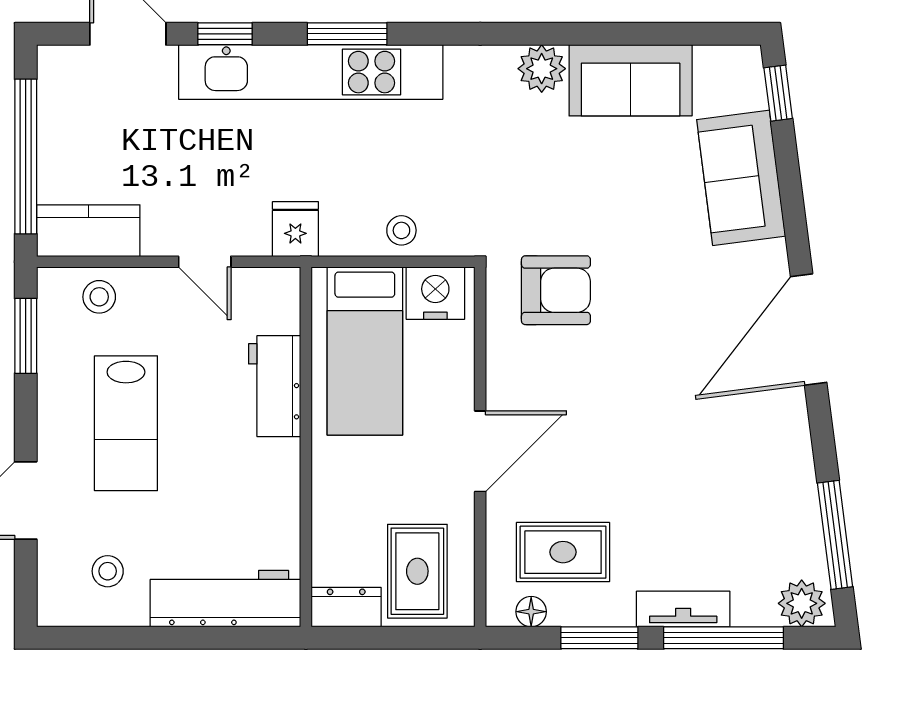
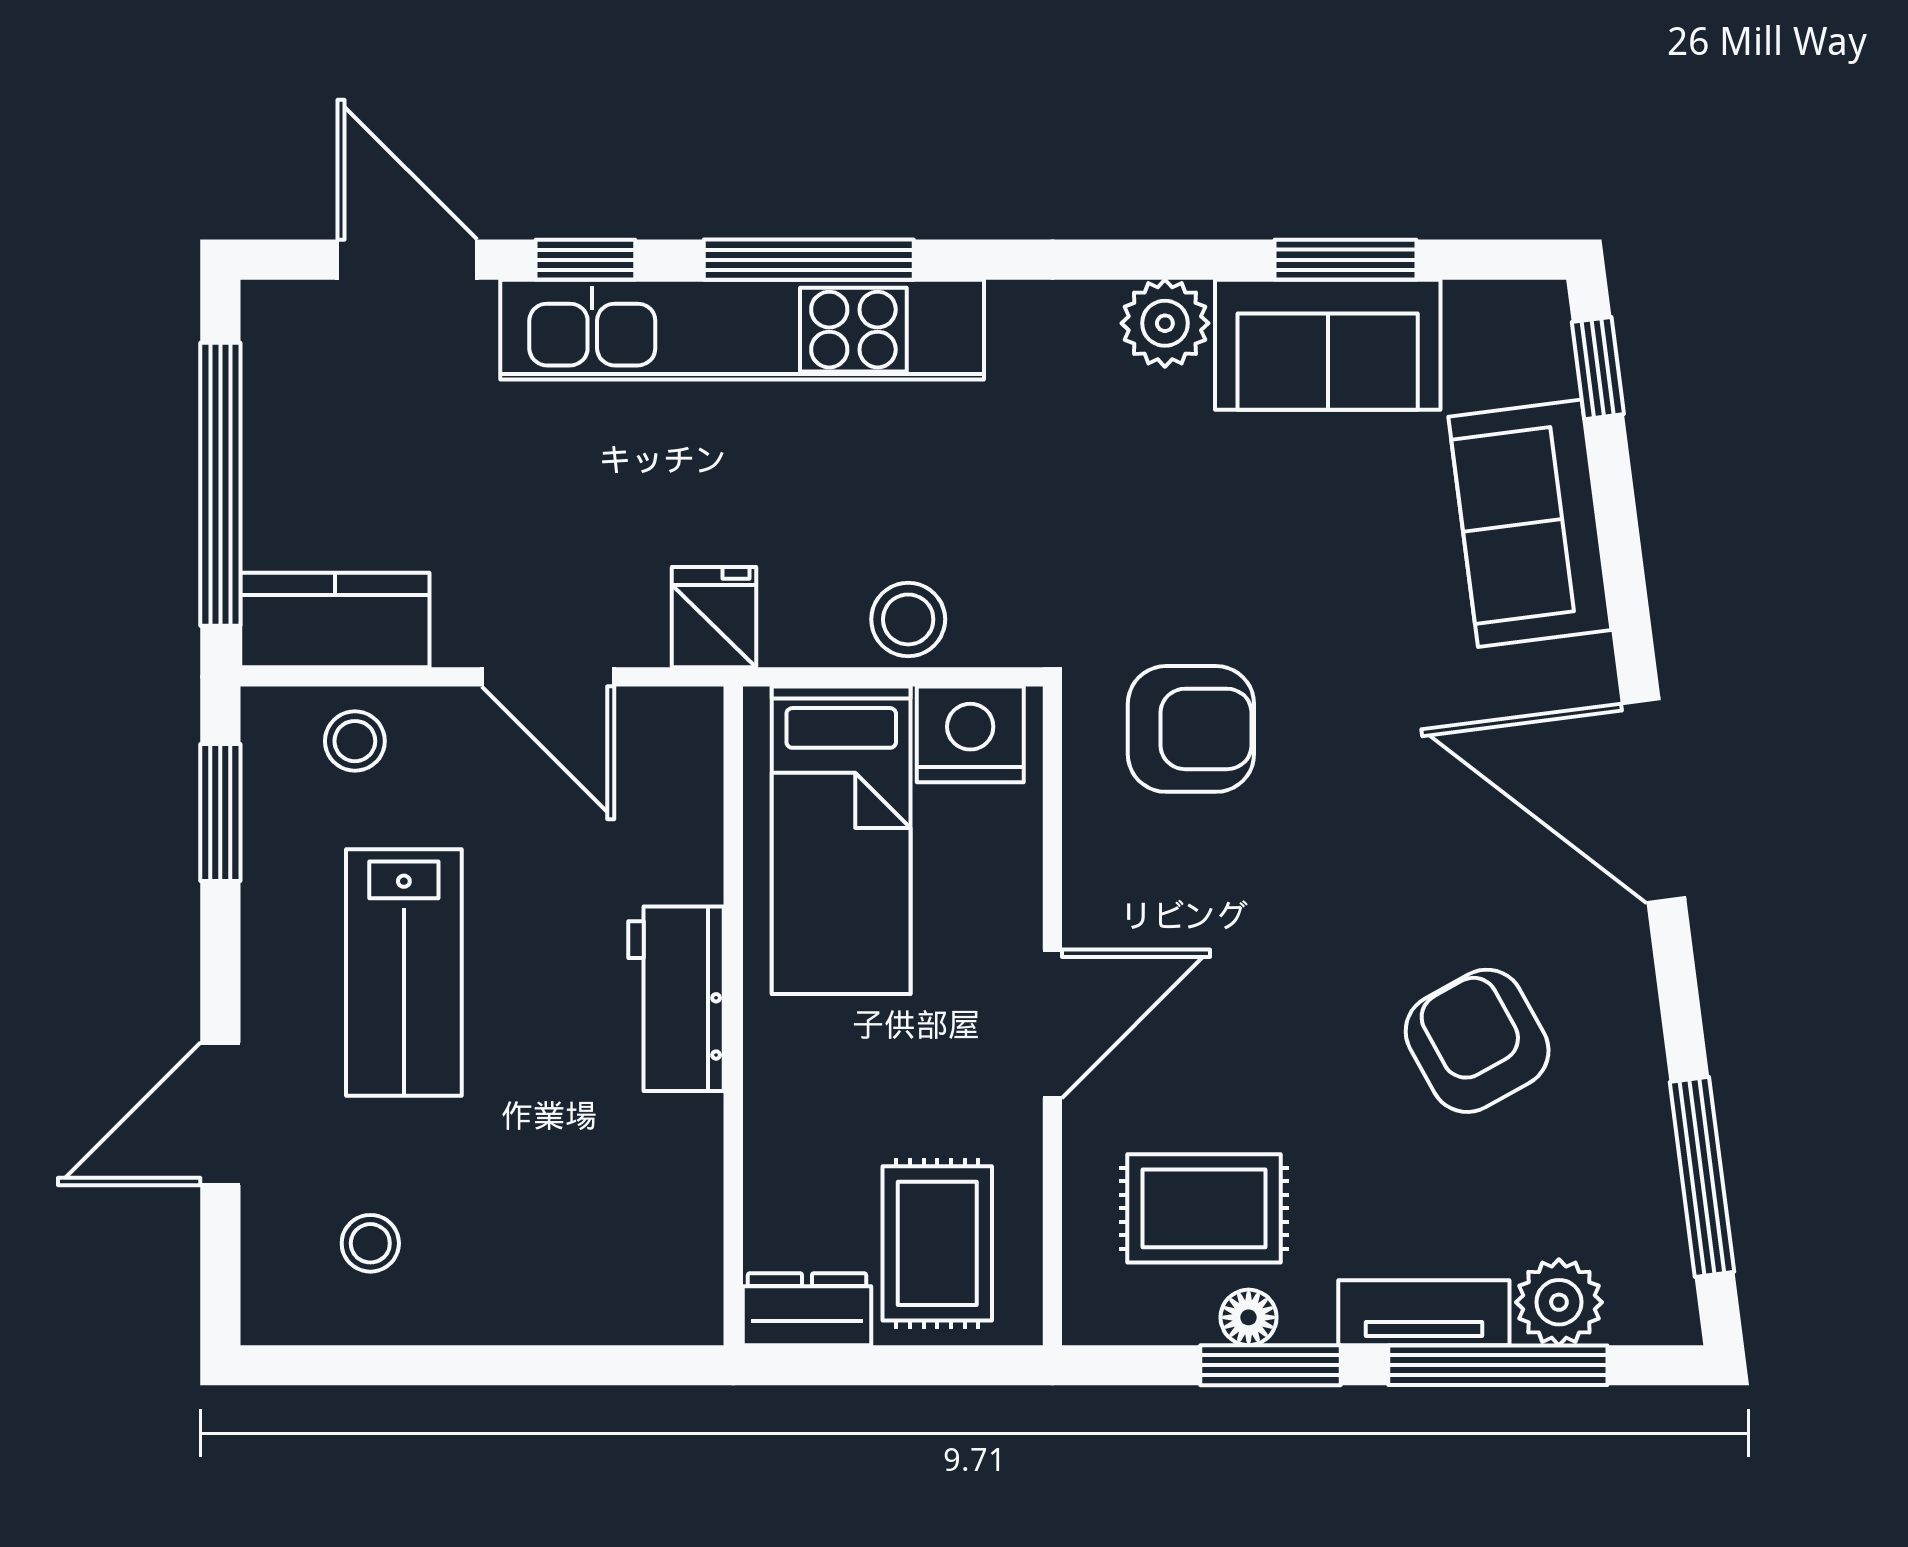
window: (347, 34) -> (809, 260), width x1.44
window: (640, 34) -> (1346, 260), added
stool: (401, 230) -> (908, 619), width x1.37, depth x1.37
door: (205, 262) -> (548, 677), width x1.38
door: (809, 329) -> (1654, 801), hinge flipped
workbench: (275, 386) -> (676, 999), moved
armchair: (712, 461) -> (1477, 1041), added
workbench: (225, 599) -> (586, 1294), removed
plant: (802, 603) -> (1559, 1302), moved
floor lamp: (531, 612) -> (1249, 1317), moved

